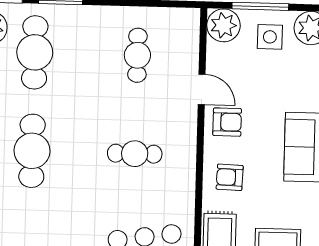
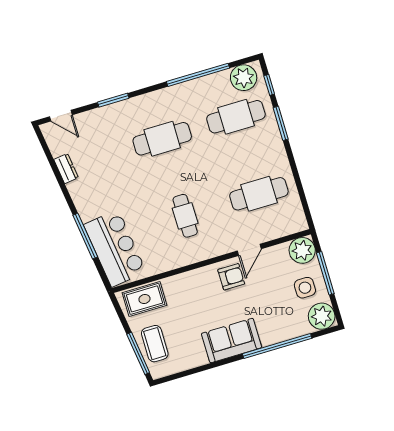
cafe table: (137, 55) -> (259, 194), width x1.37, depth x1.35
armchair: (227, 122) -> (231, 277), turned -90
armchair: (230, 177) -> (191, 292), removed

